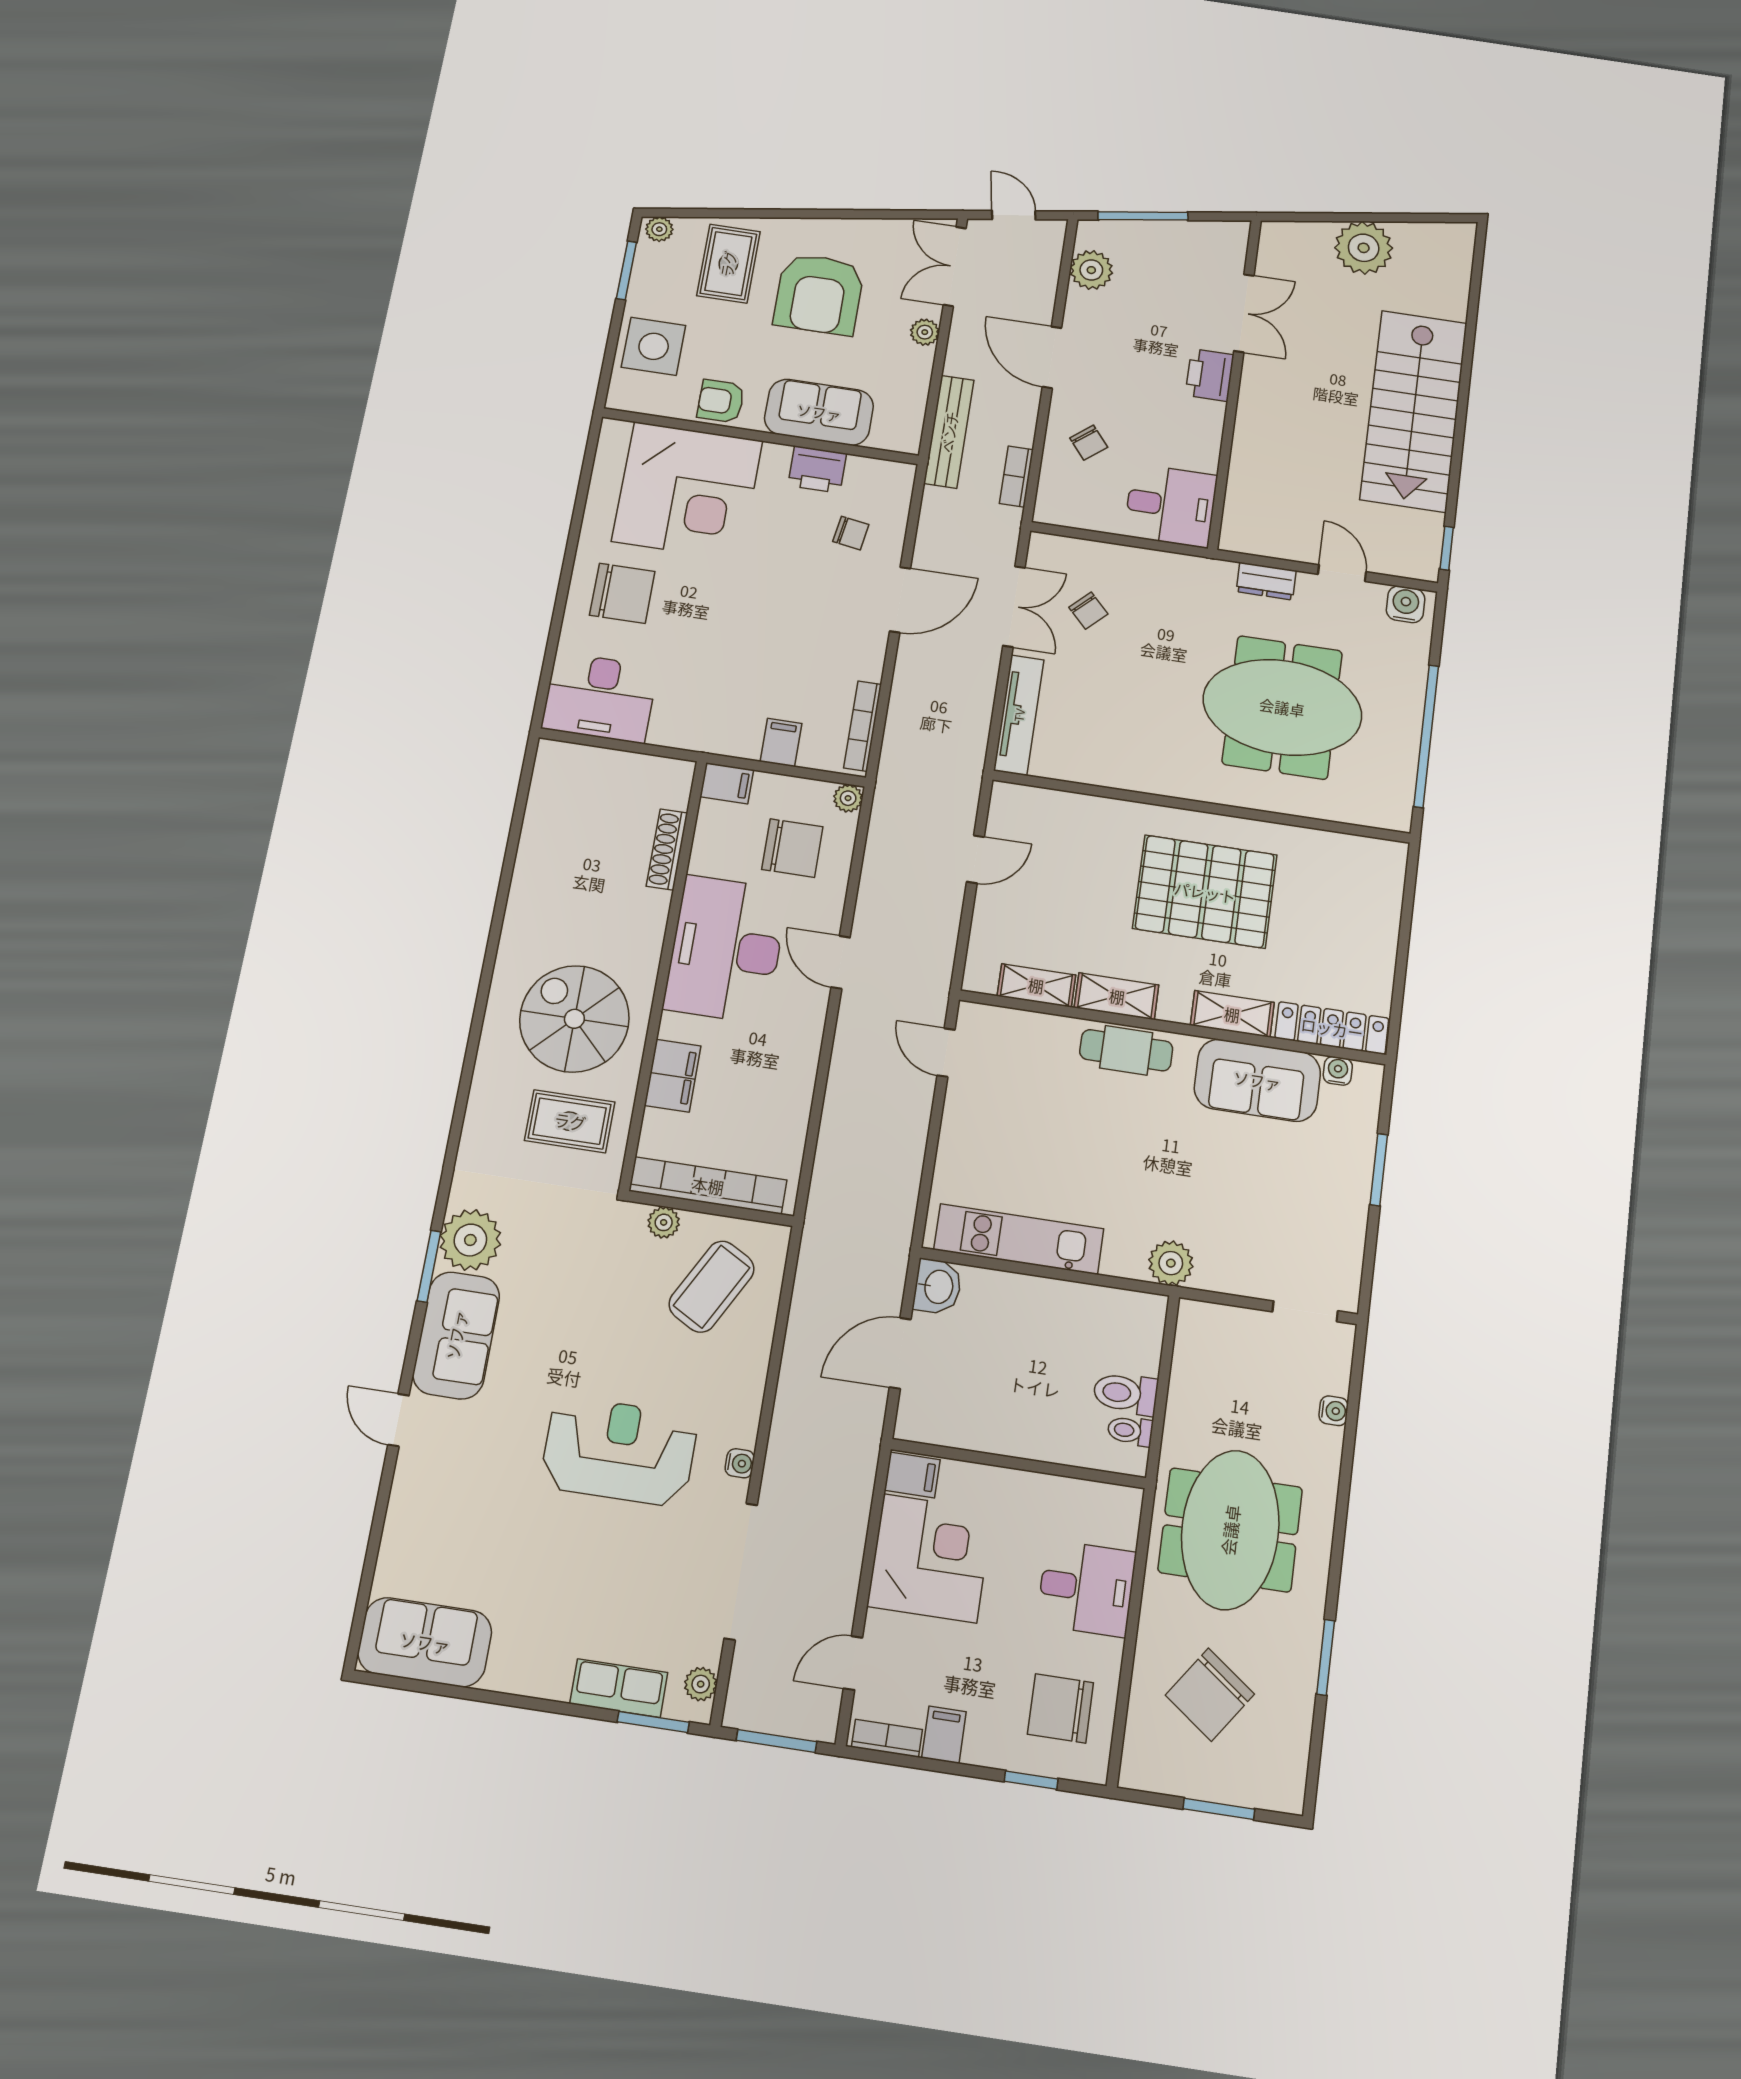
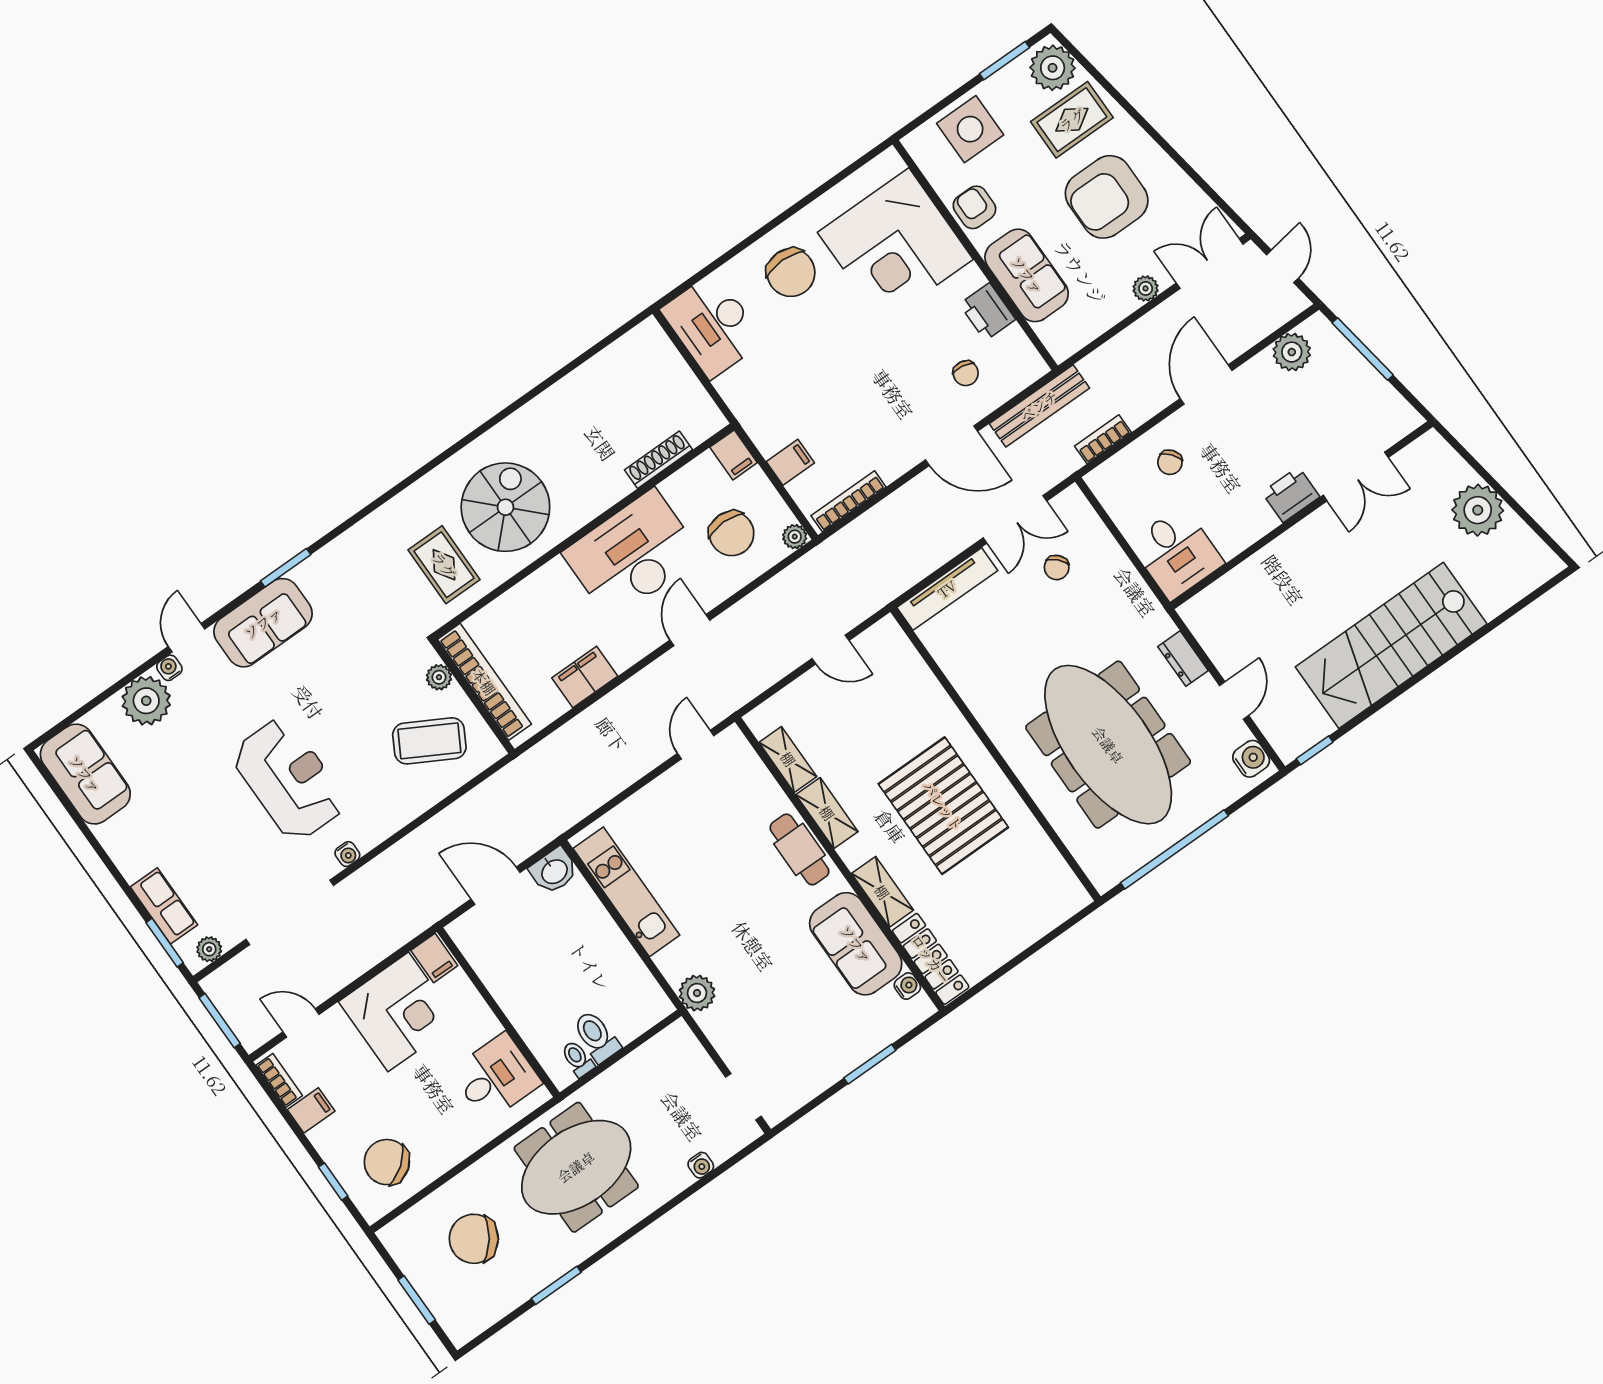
plant: (659, 229) -> (1053, 68), width x1.87, depth x1.87
bench: (949, 432) -> (1039, 406), moved
meeting table: (1282, 707) -> (1108, 745), width x1.36
filing cabinet: (673, 1076) -> (585, 677), moved, turned 180
plant: (470, 1240) -> (146, 701), moved
water cooler: (409, 1463) -> (169, 668), added
desk: (1086, 1588) -> (496, 1077), moved, turned -90
chair: (1061, 1708) -> (387, 1162), turned -37

